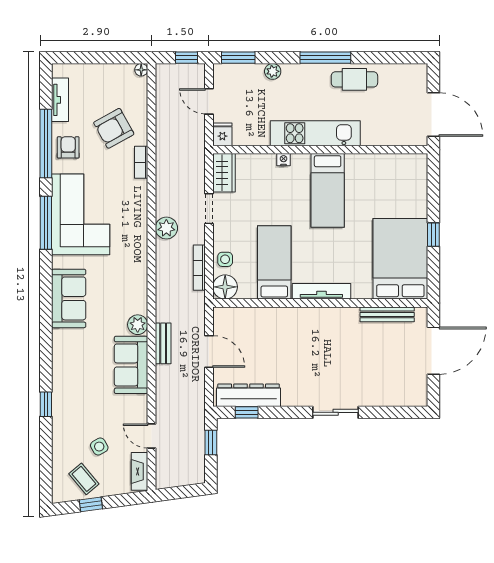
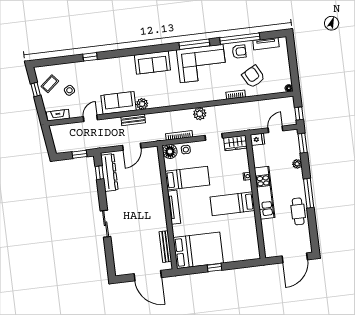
door: (433, 115) -> (295, 258), moved
door: (151, 436) -> (90, 118), moved

